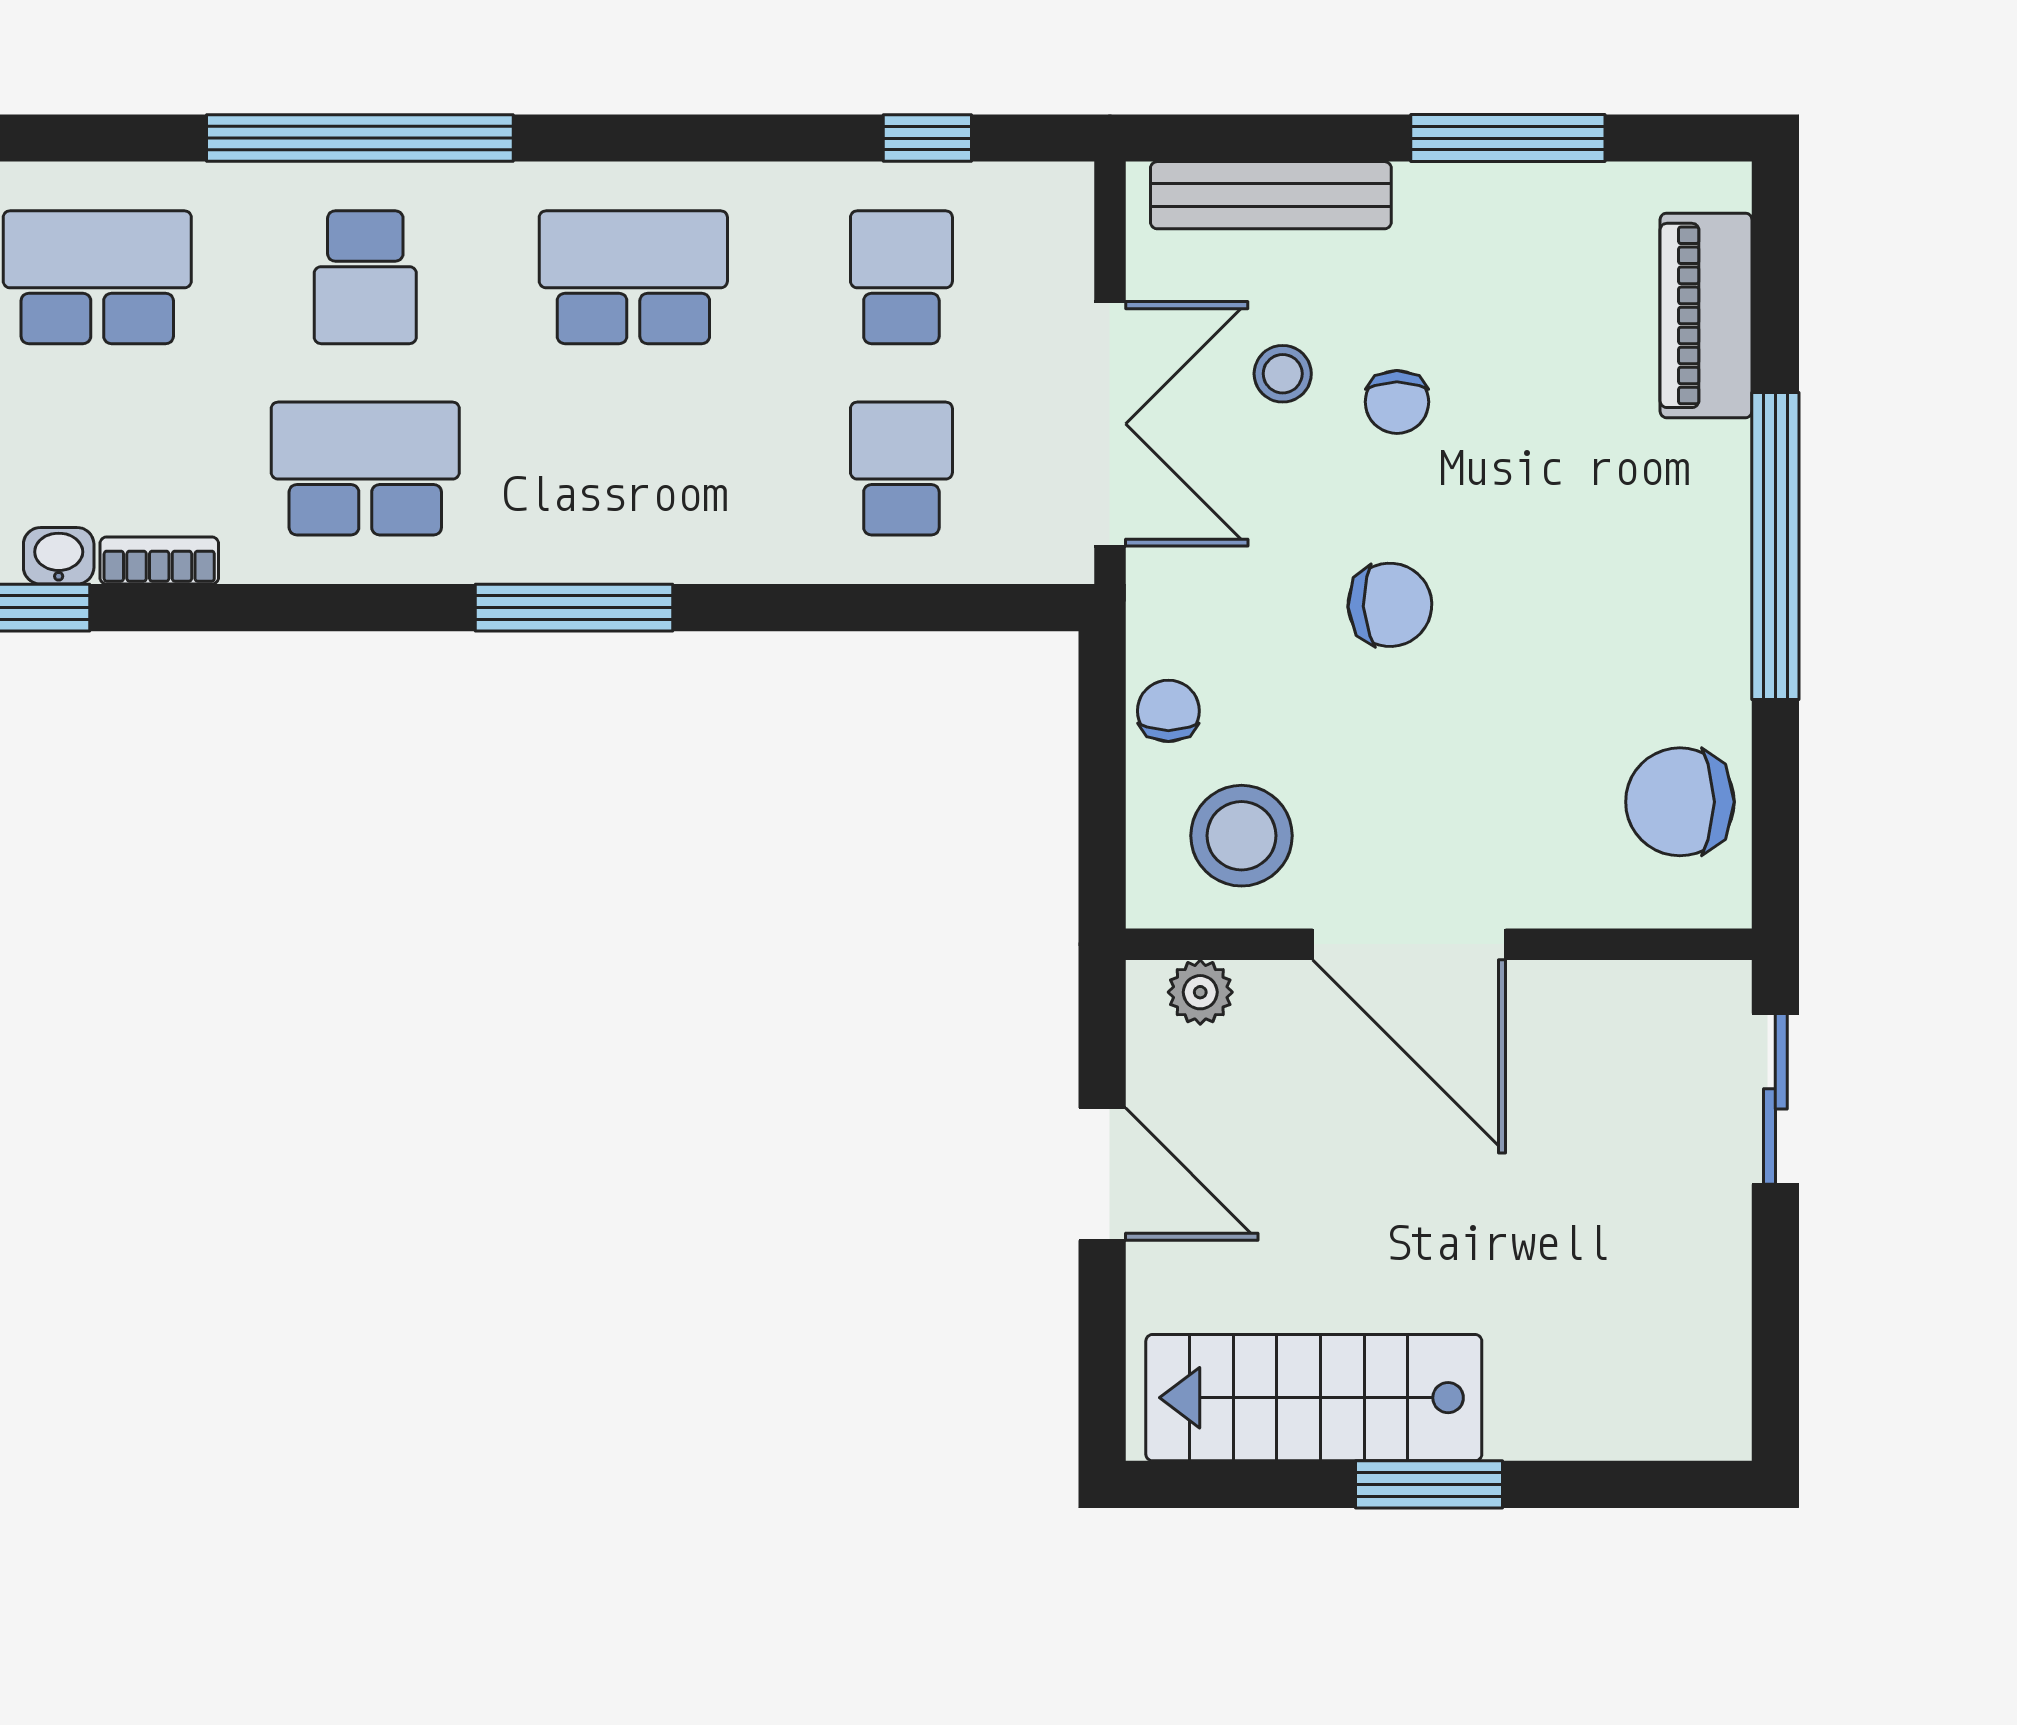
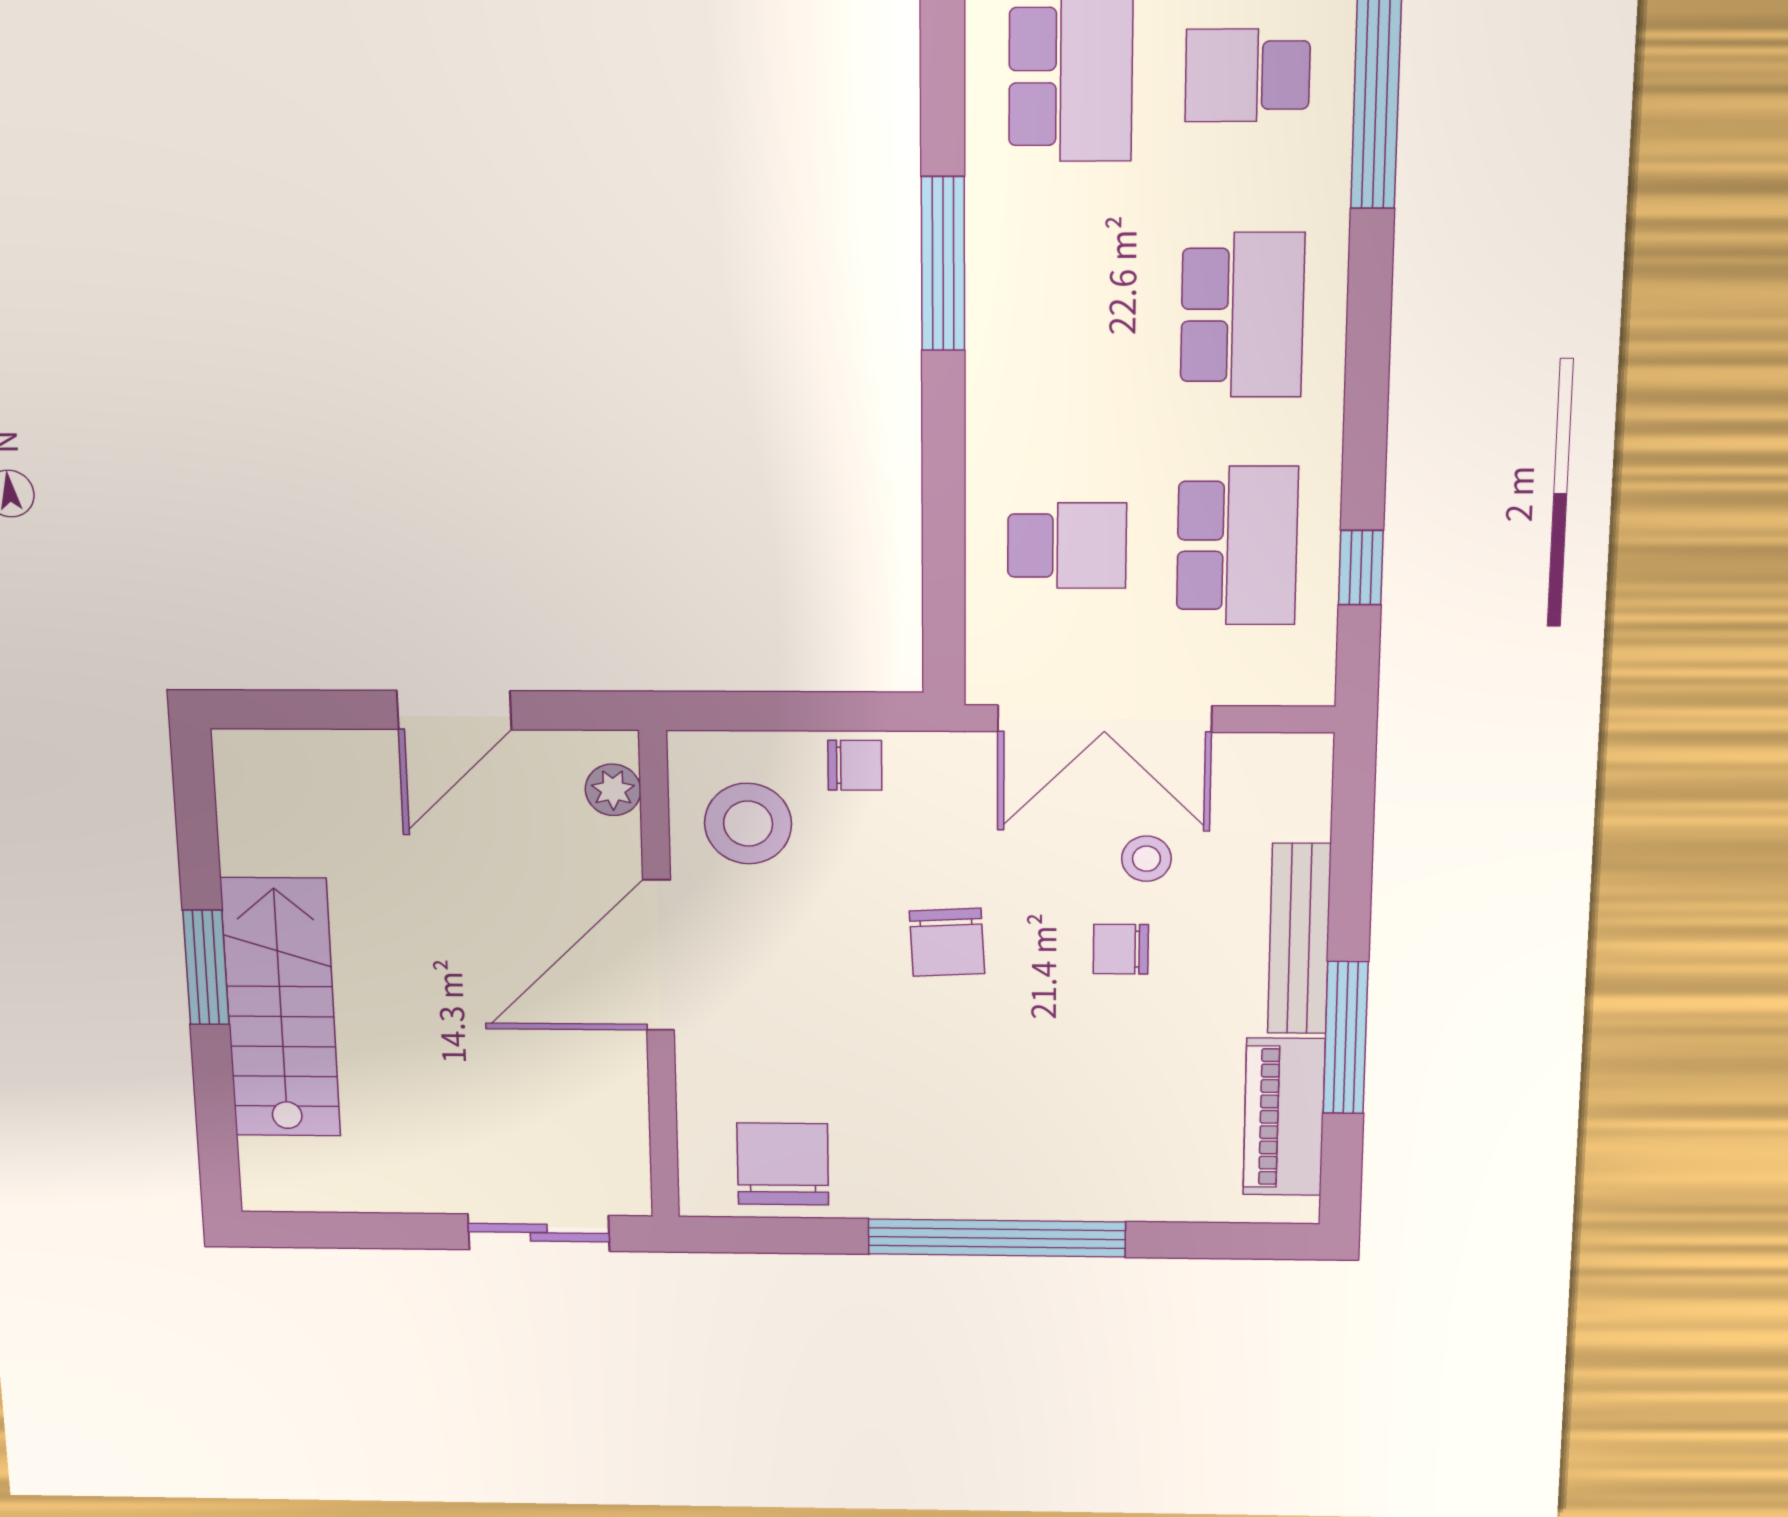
bench: (1271, 195) -> (1299, 939), moved
school desk: (901, 277) -> (1237, 546), width x1.85
piano: (1706, 315) -> (1284, 1117), moved, turned -90
stairs: (1314, 1398) -> (281, 1008), moved

